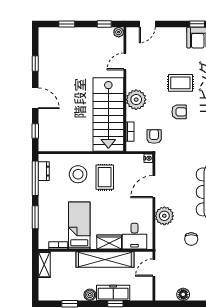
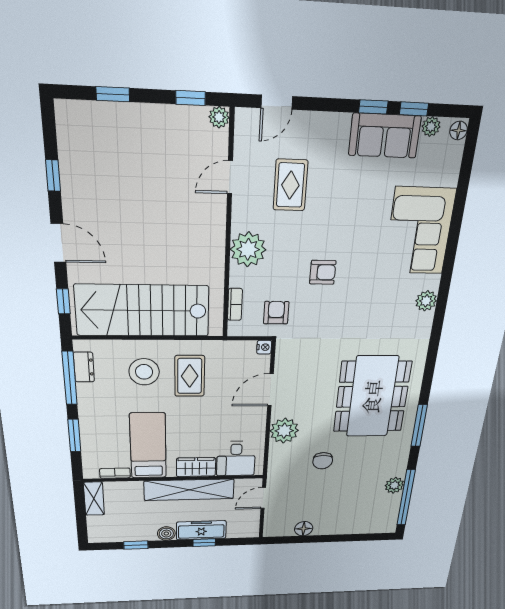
rug: (180, 83) -> (290, 185), moved, turned 90
stairs: (108, 114) -> (143, 311), moved, turned 90

